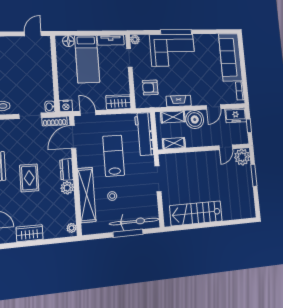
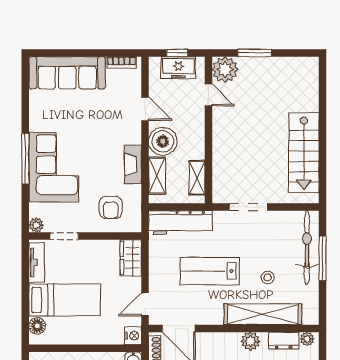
freezer: (236, 115) -> (178, 68), moved, turned 90
dresser: (67, 169) -> (284, 341), moved

